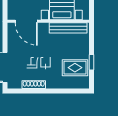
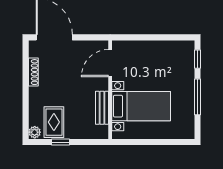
bench: (68, 28) -> (102, 108), width x0.73
plant: (83, 84) -> (35, 132), added

